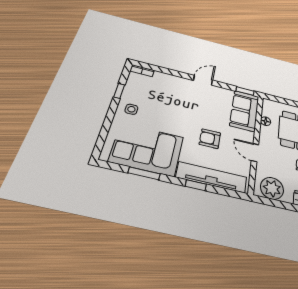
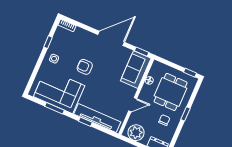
door: (203, 80) -> (111, 38), width x1.88
armchair: (210, 139) -> (85, 67), moved
door: (255, 153) -> (133, 105), swing flipped

